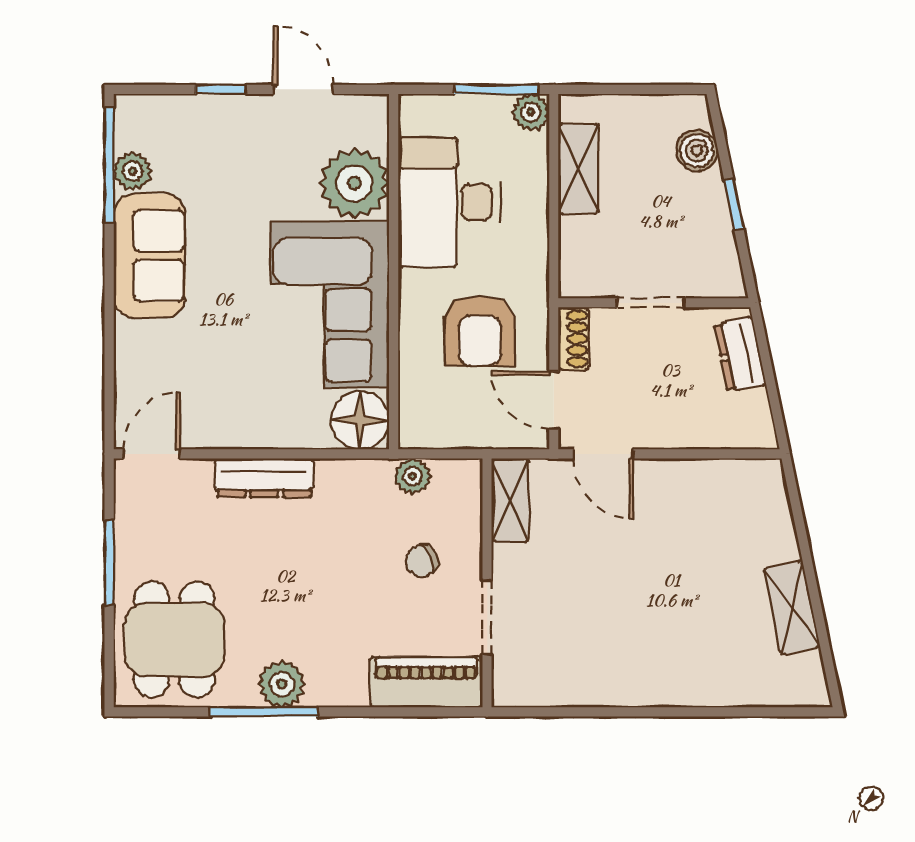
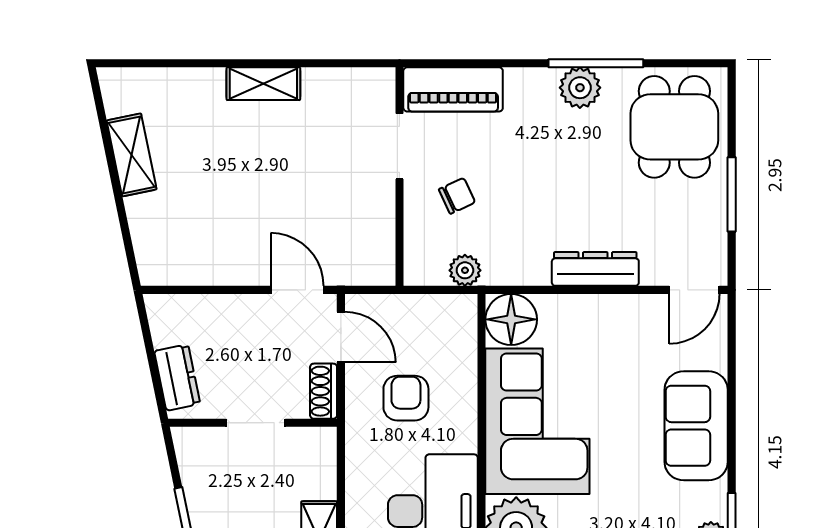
sofa: (149, 256) -> (696, 426), moved
armchair: (480, 331) -> (406, 398), width x0.72, depth x0.72
shelving: (510, 500) -> (263, 84), moved, turned 90

